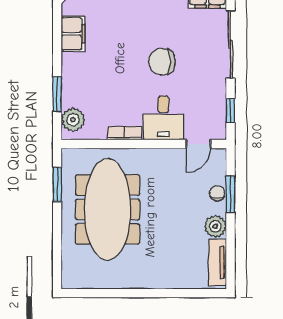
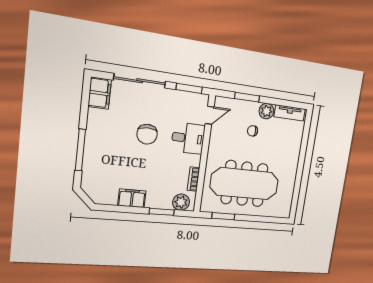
filing cabinet: (73, 34) -> (132, 198), moved
window: (231, 111) -> (189, 88), width x1.50
bookcase: (124, 133) -> (193, 179), moved
door: (198, 144) -> (210, 115), hinge flipped
chair: (217, 193) -> (253, 131), moved

